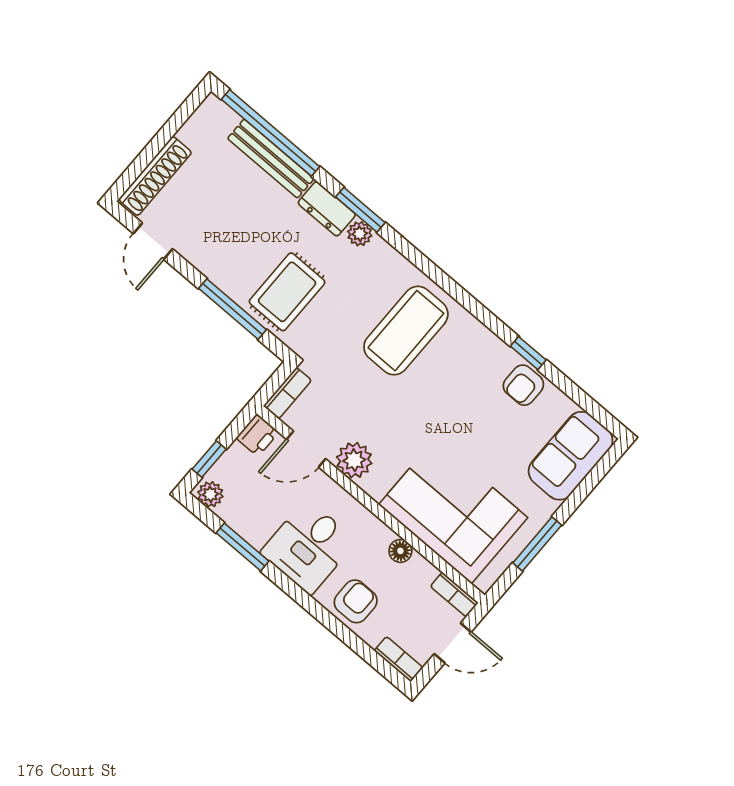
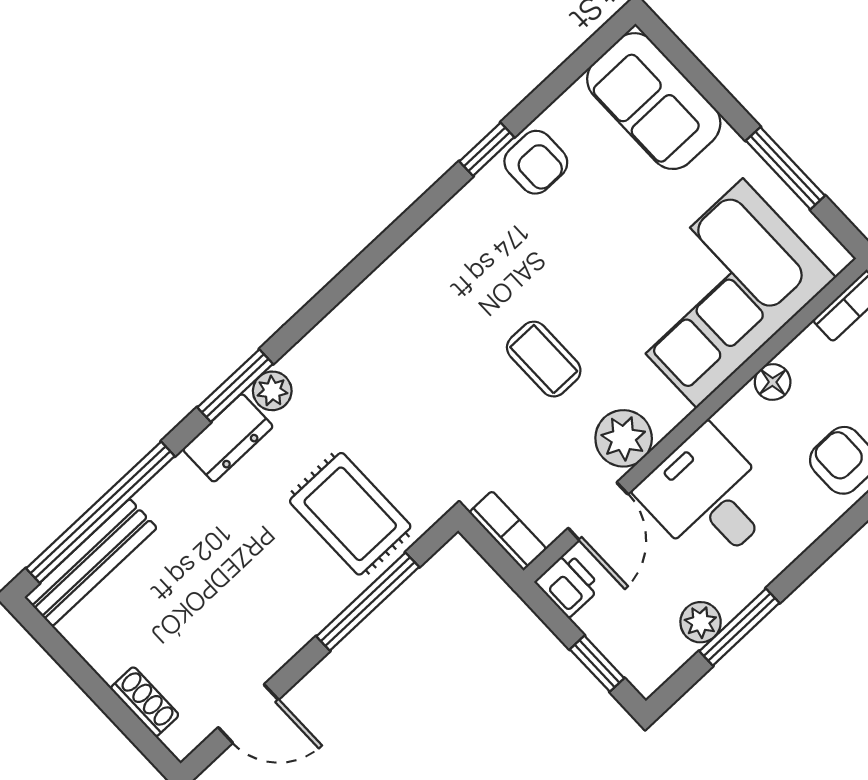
bench: (271, 159) -> (91, 563), moved
shoe rack: (155, 176) -> (145, 702), width x0.51, depth x0.81
coffee table: (406, 331) -> (544, 359), moved, width x0.54, depth x0.58
plant: (210, 494) -> (701, 622), moved
desk: (308, 547) -> (708, 497), moved, turned 180

